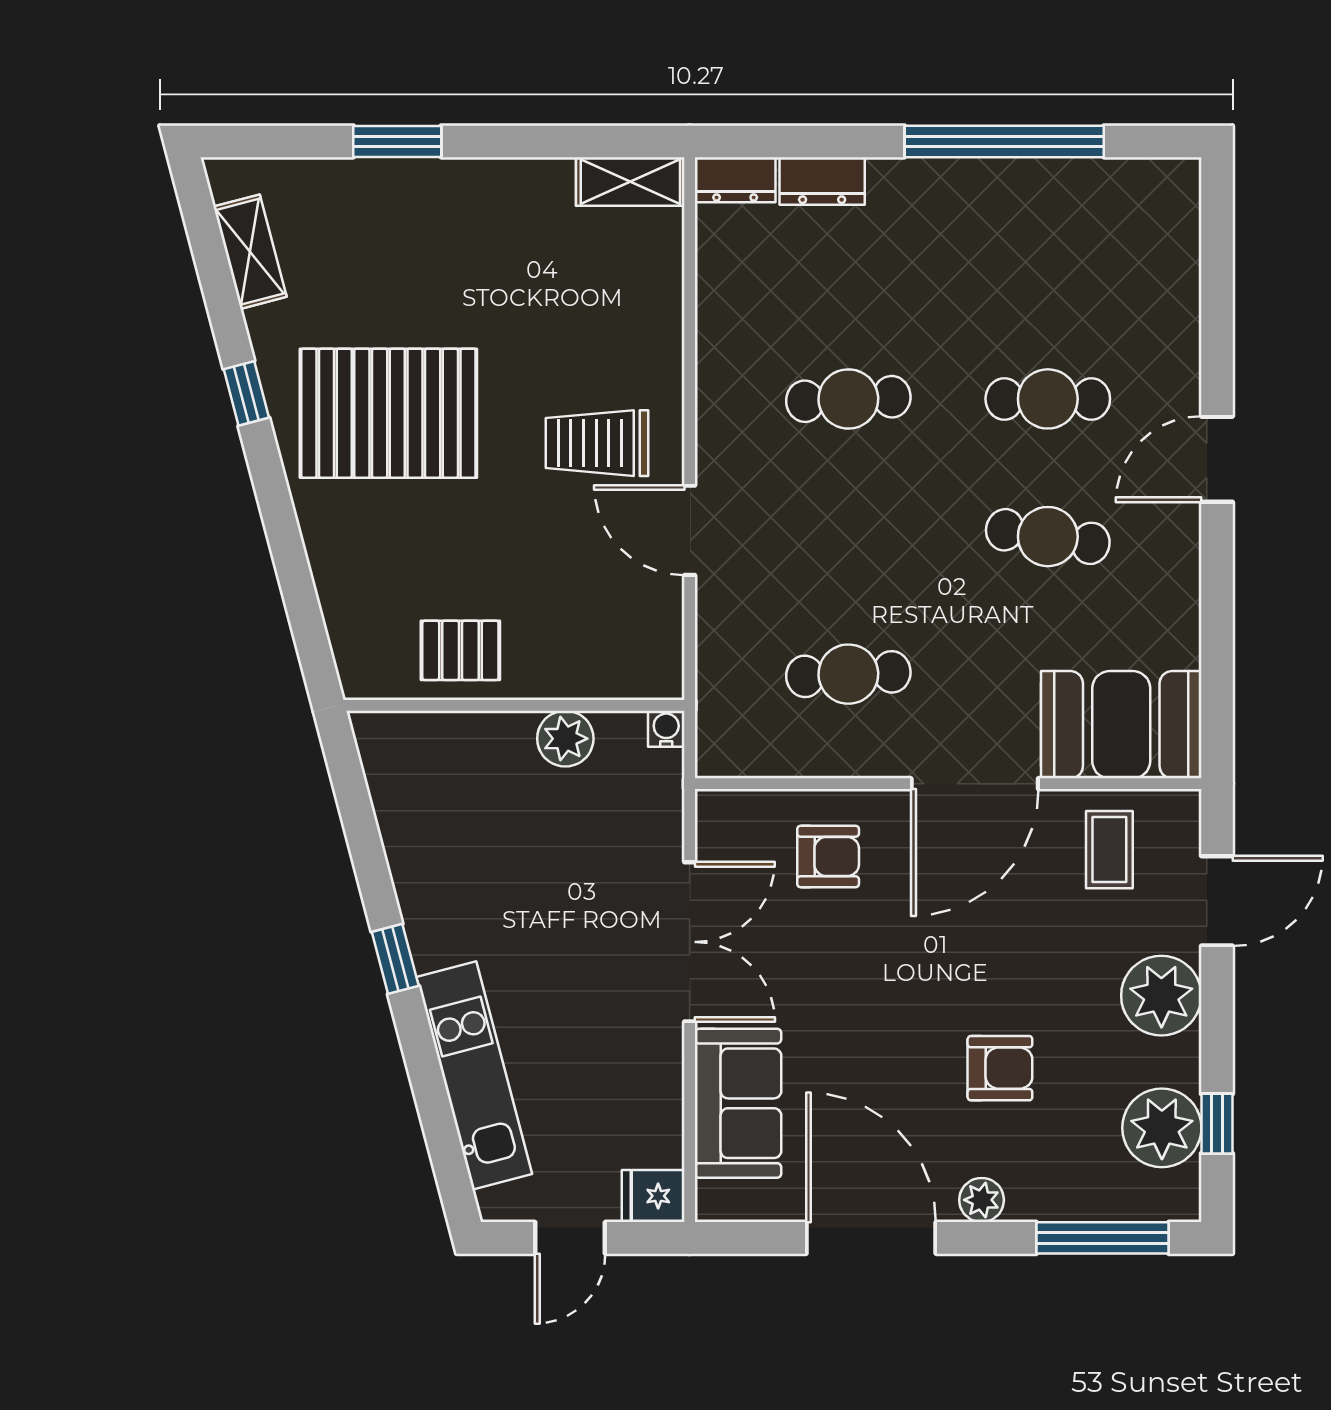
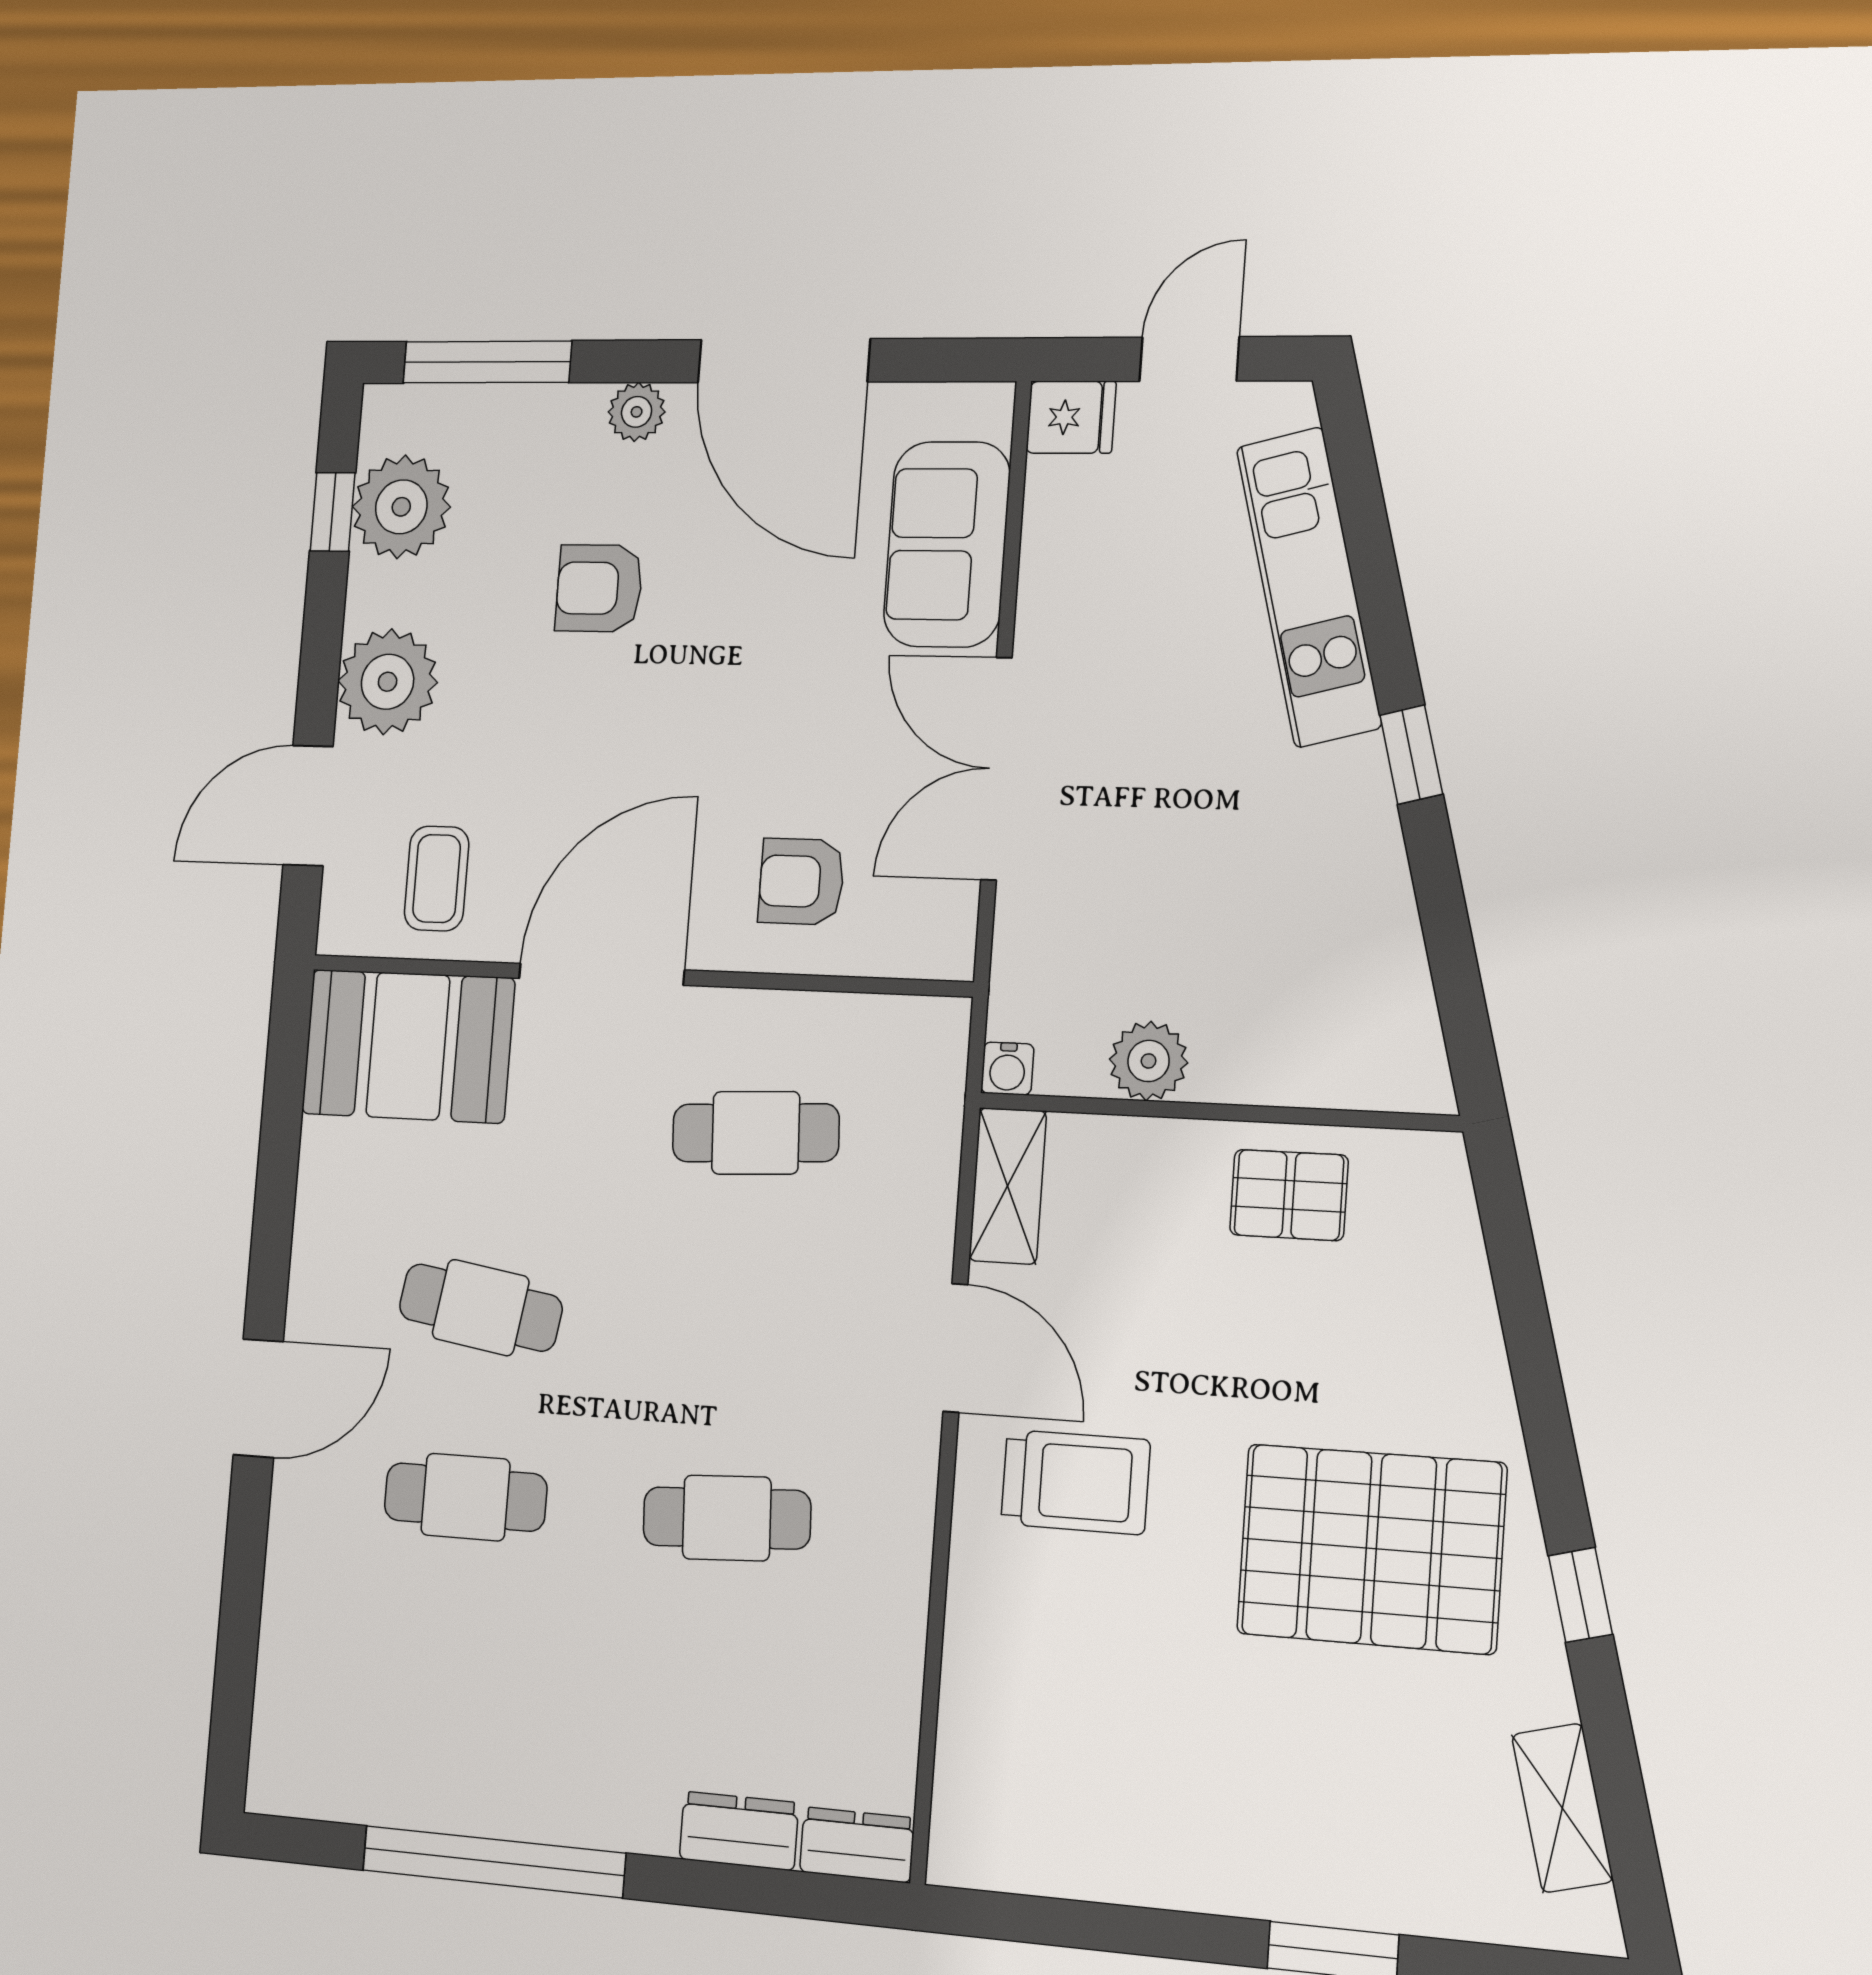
shelving: (630, 181) -> (1008, 1186), moved, turned 90

